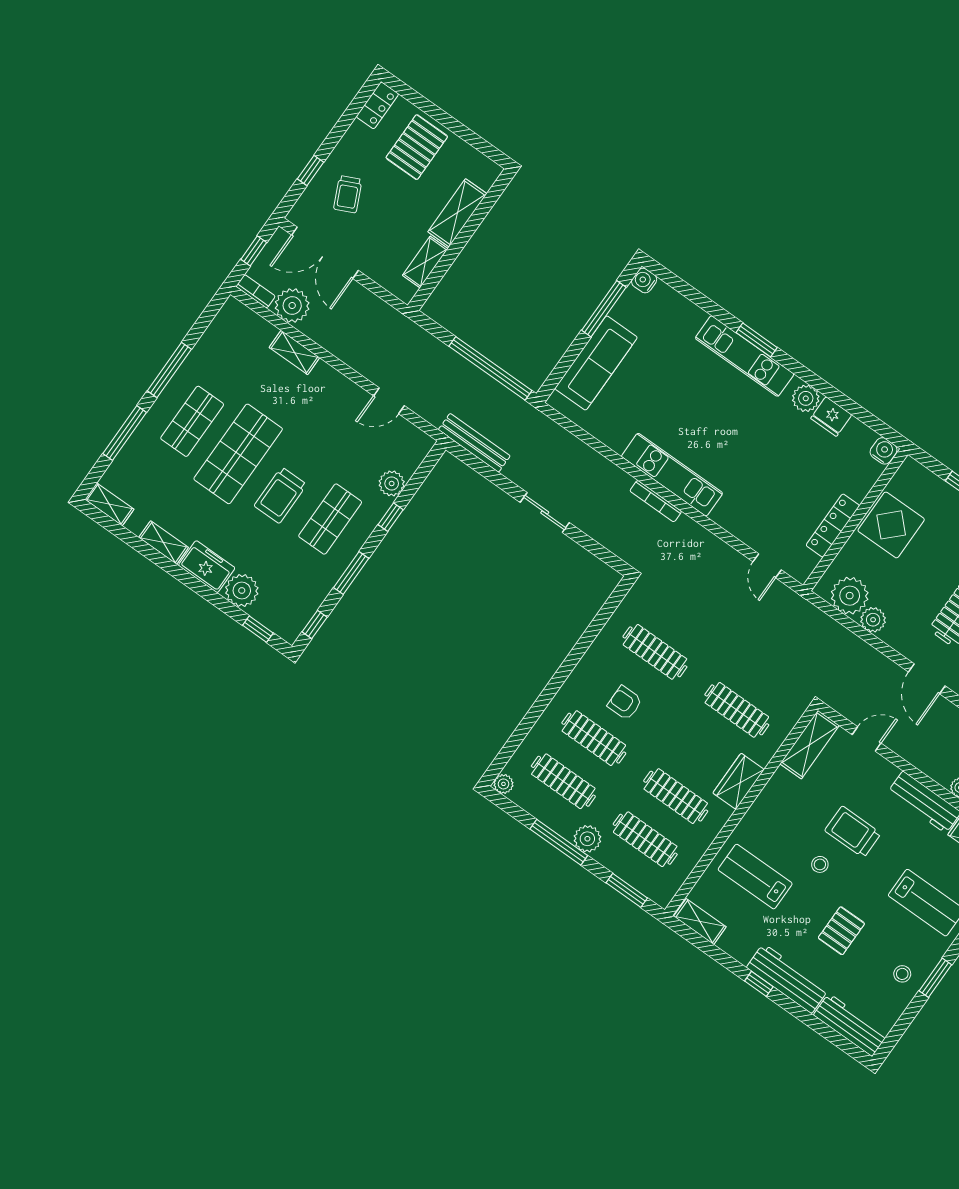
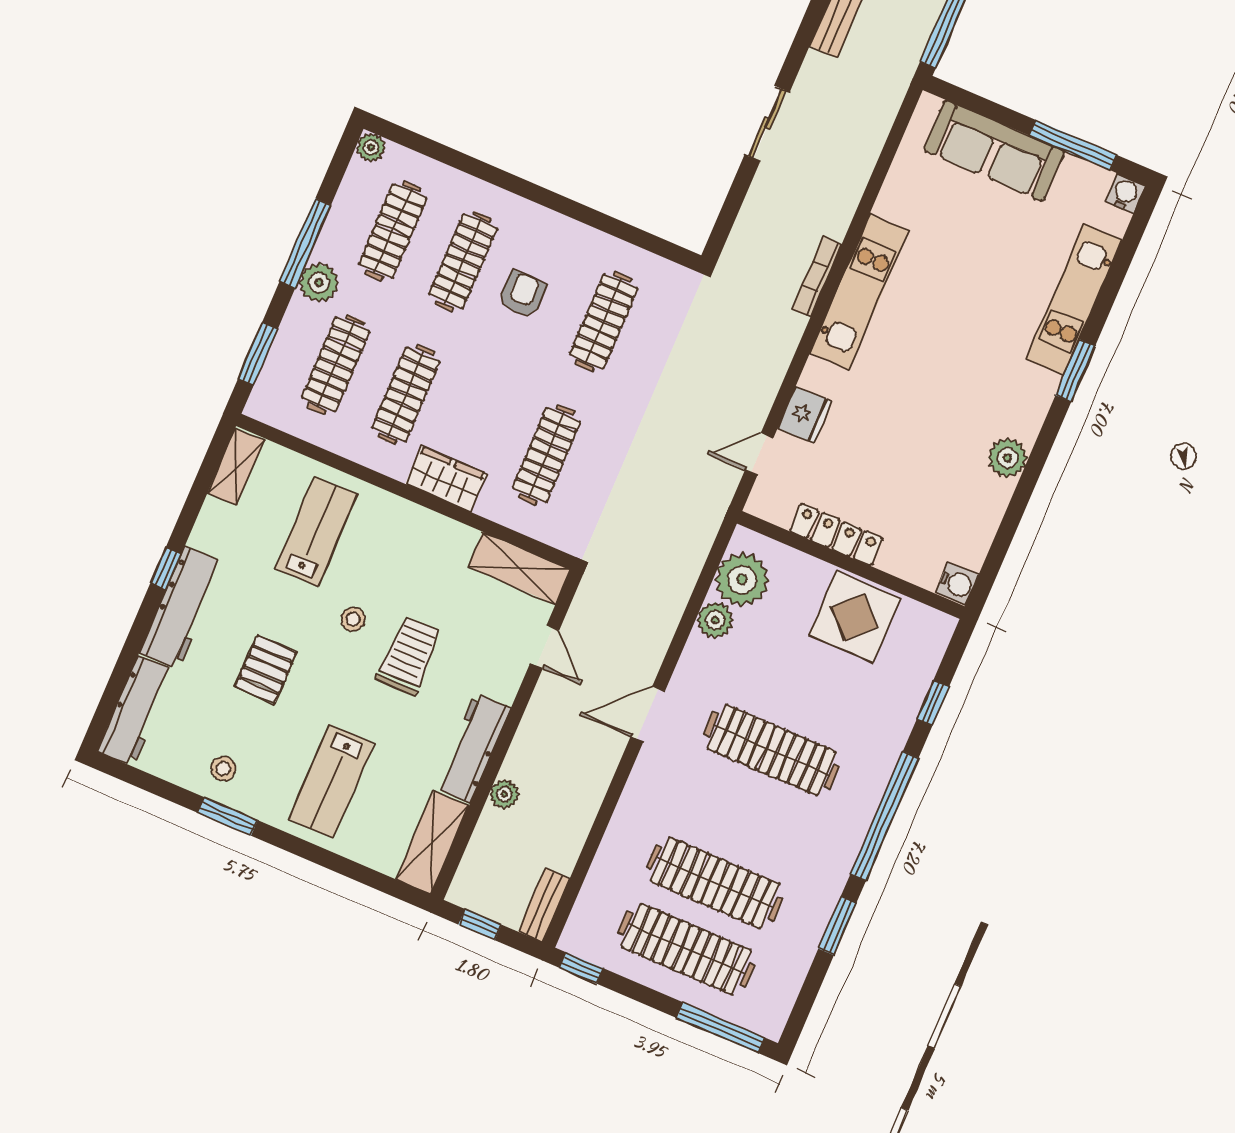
kitchen unit: (745, 356) -> (1074, 300), moved
fridge: (831, 417) -> (805, 415), moved, turned 180
pallet: (841, 931) -> (266, 670), turned 90

